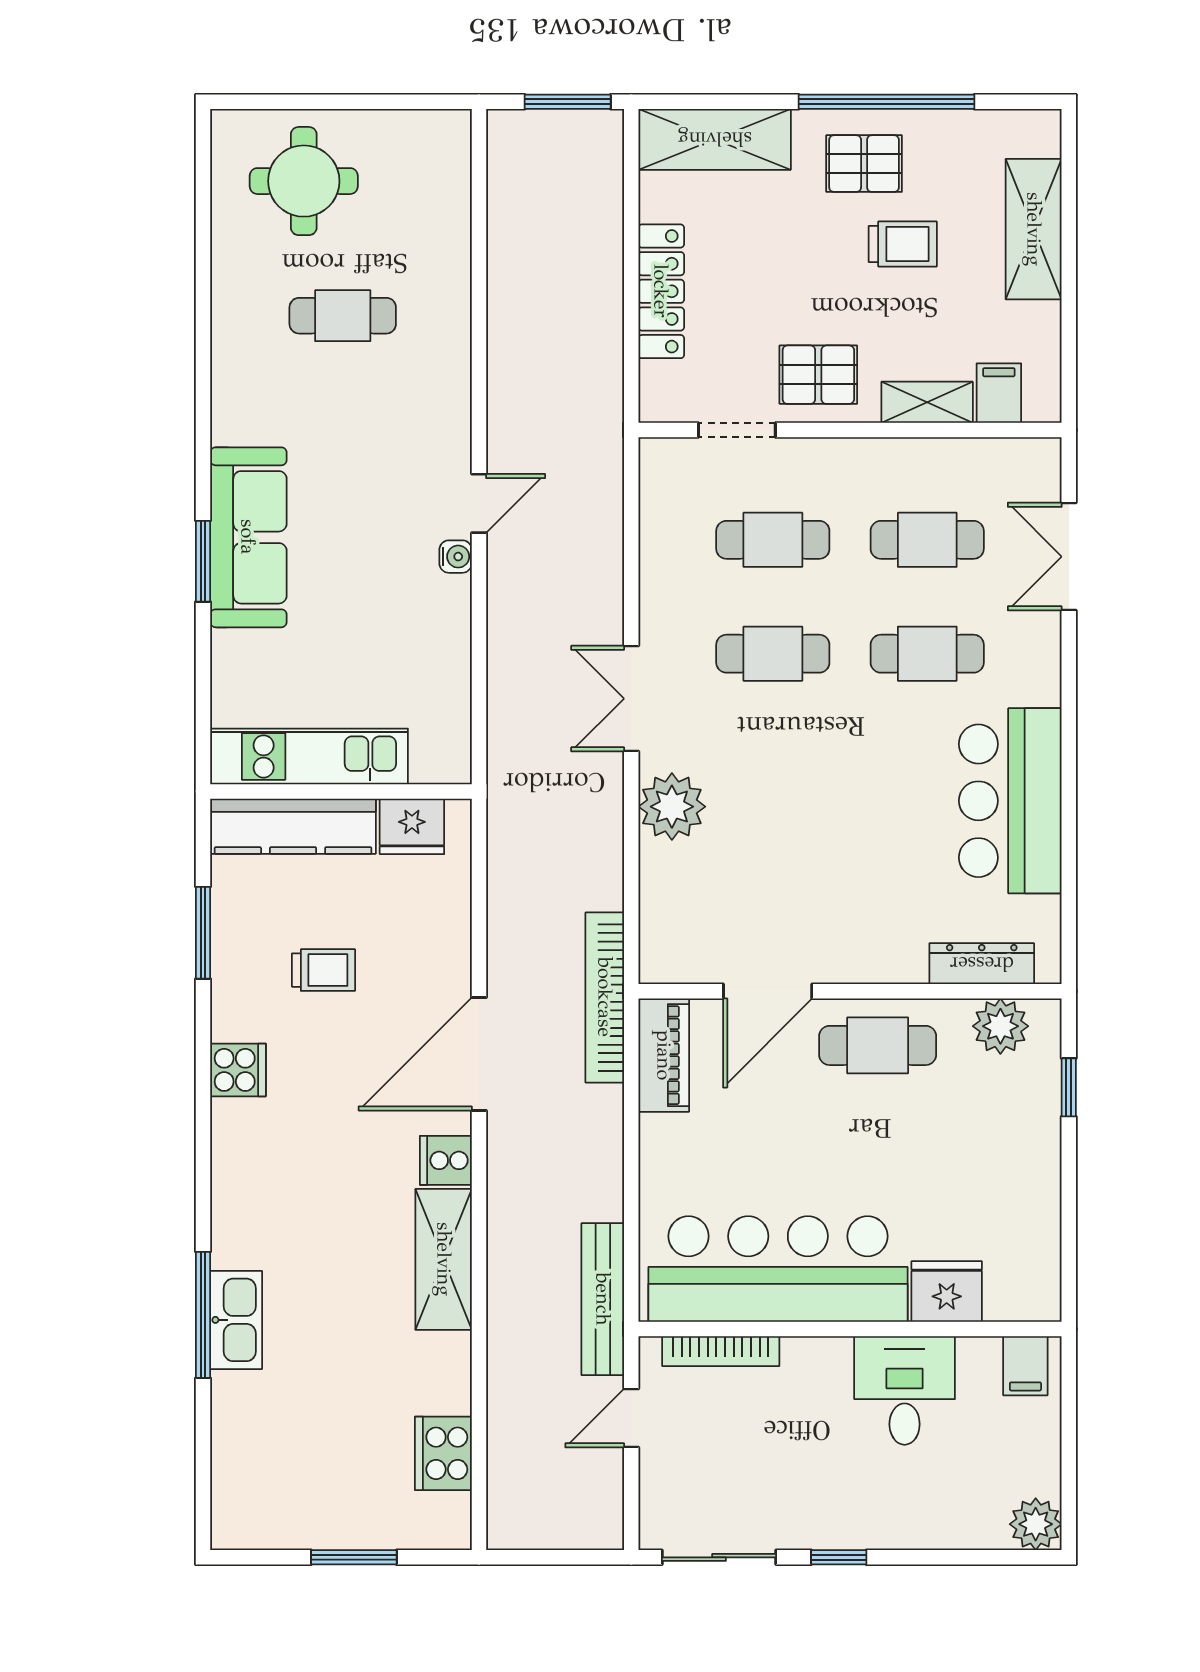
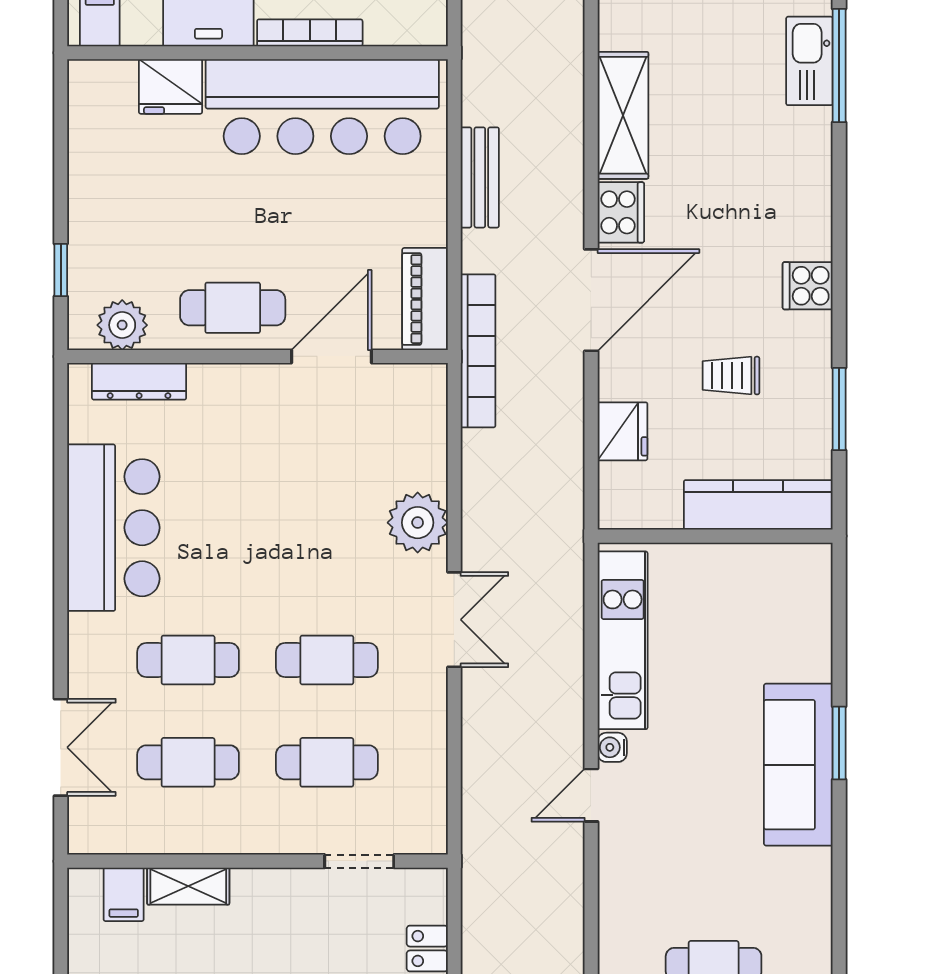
pallet: (818, 375) -> (286, 911), removed
kitchen unit: (309, 756) -> (623, 640), moved, turned -90
fridge: (412, 826) -> (622, 431), moved, turned 90
cooker: (446, 1160) -> (621, 212), width x1.36
bench: (603, 1299) -> (480, 177), moved, width x0.73
bookcase: (721, 1351) -> (310, 33), moved

